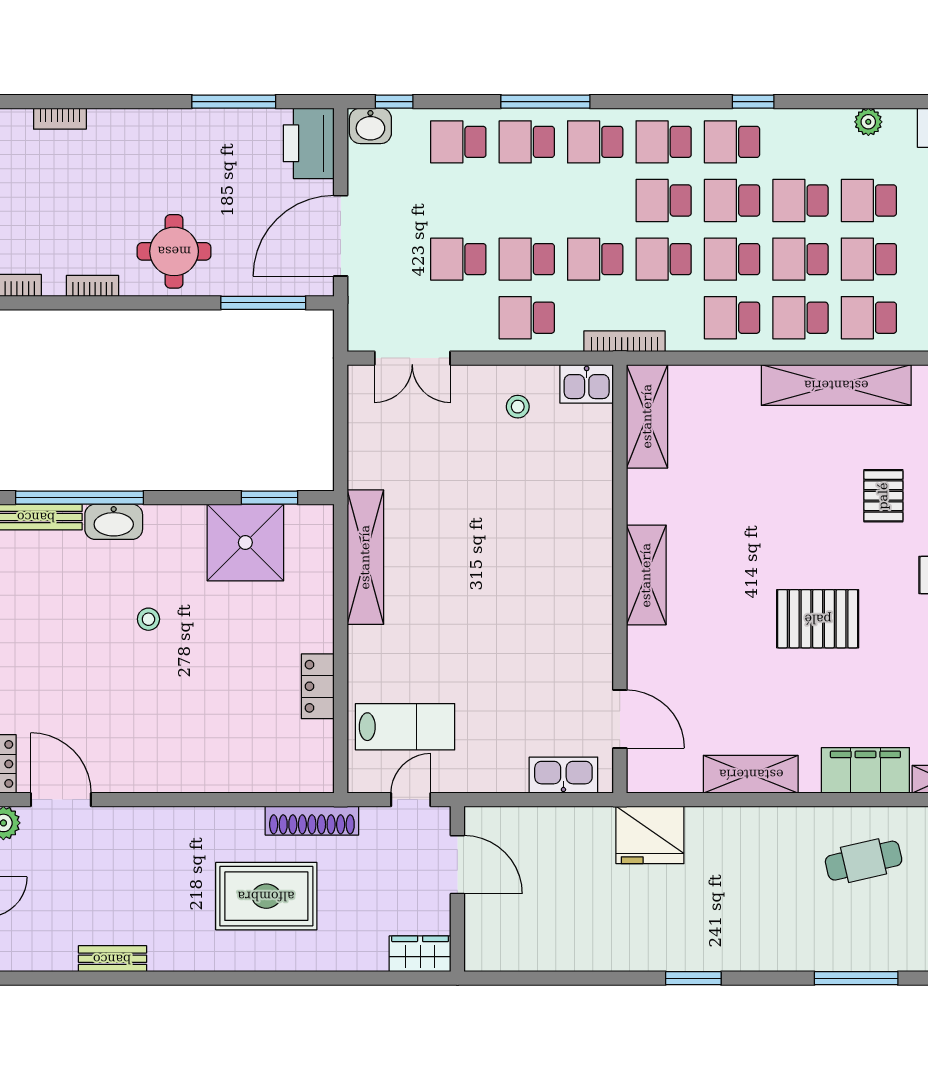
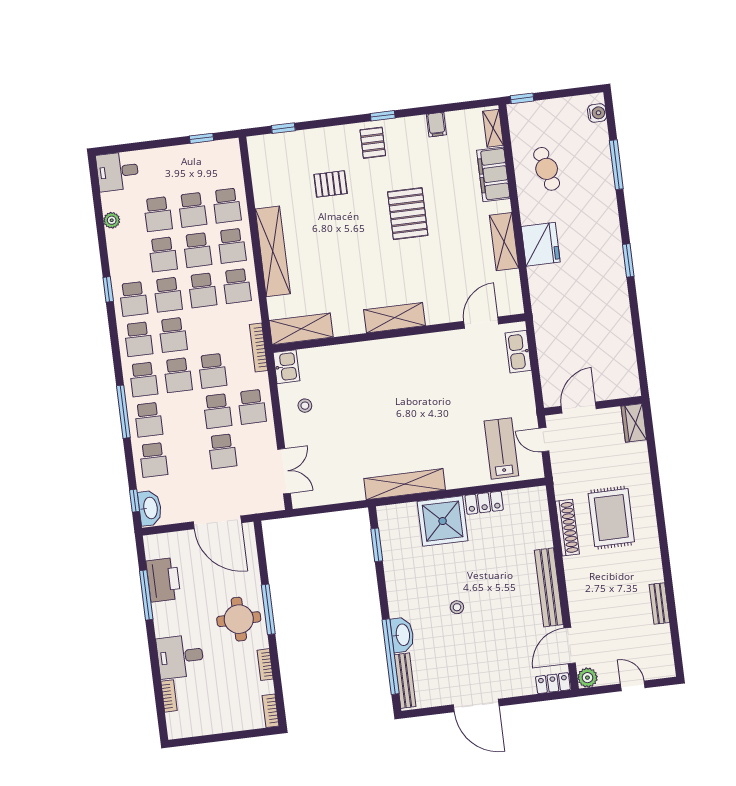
washbasin: (370, 126) -> (150, 508), width x1.38
printer: (309, 143) -> (163, 580), moved, turned -90
desk: (124, 146) -> (180, 657), added
school desk: (664, 259) -> (178, 375), moved
window: (263, 303) -> (268, 609), moved
shelving: (836, 385) -> (273, 251), moved
shower: (245, 542) -> (443, 521), moved
bench: (163, 777) -> (549, 587), added
shoe rack: (312, 821) -> (567, 528), moved
fridge: (650, 835) -> (541, 244), moved

